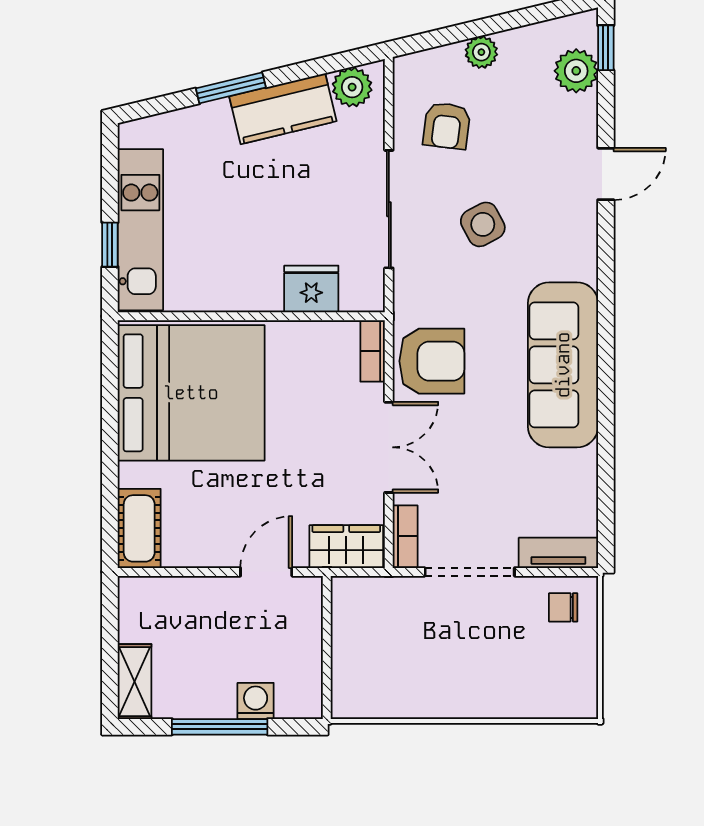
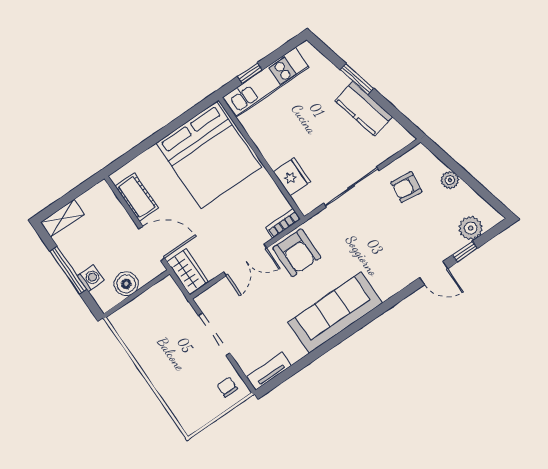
window: (606, 48) -> (465, 252), moved
plant: (352, 87) -> (395, 133), removed
side table: (483, 224) -> (373, 234), removed
cot: (139, 528) -> (137, 197), moved, turned 90
bookcase: (405, 536) -> (210, 295), removed
tv unit: (558, 553) -> (269, 371), moved, turned -90
door: (266, 572) -> (152, 243), width x1.38
boiler: (301, 653) -> (126, 284), added

